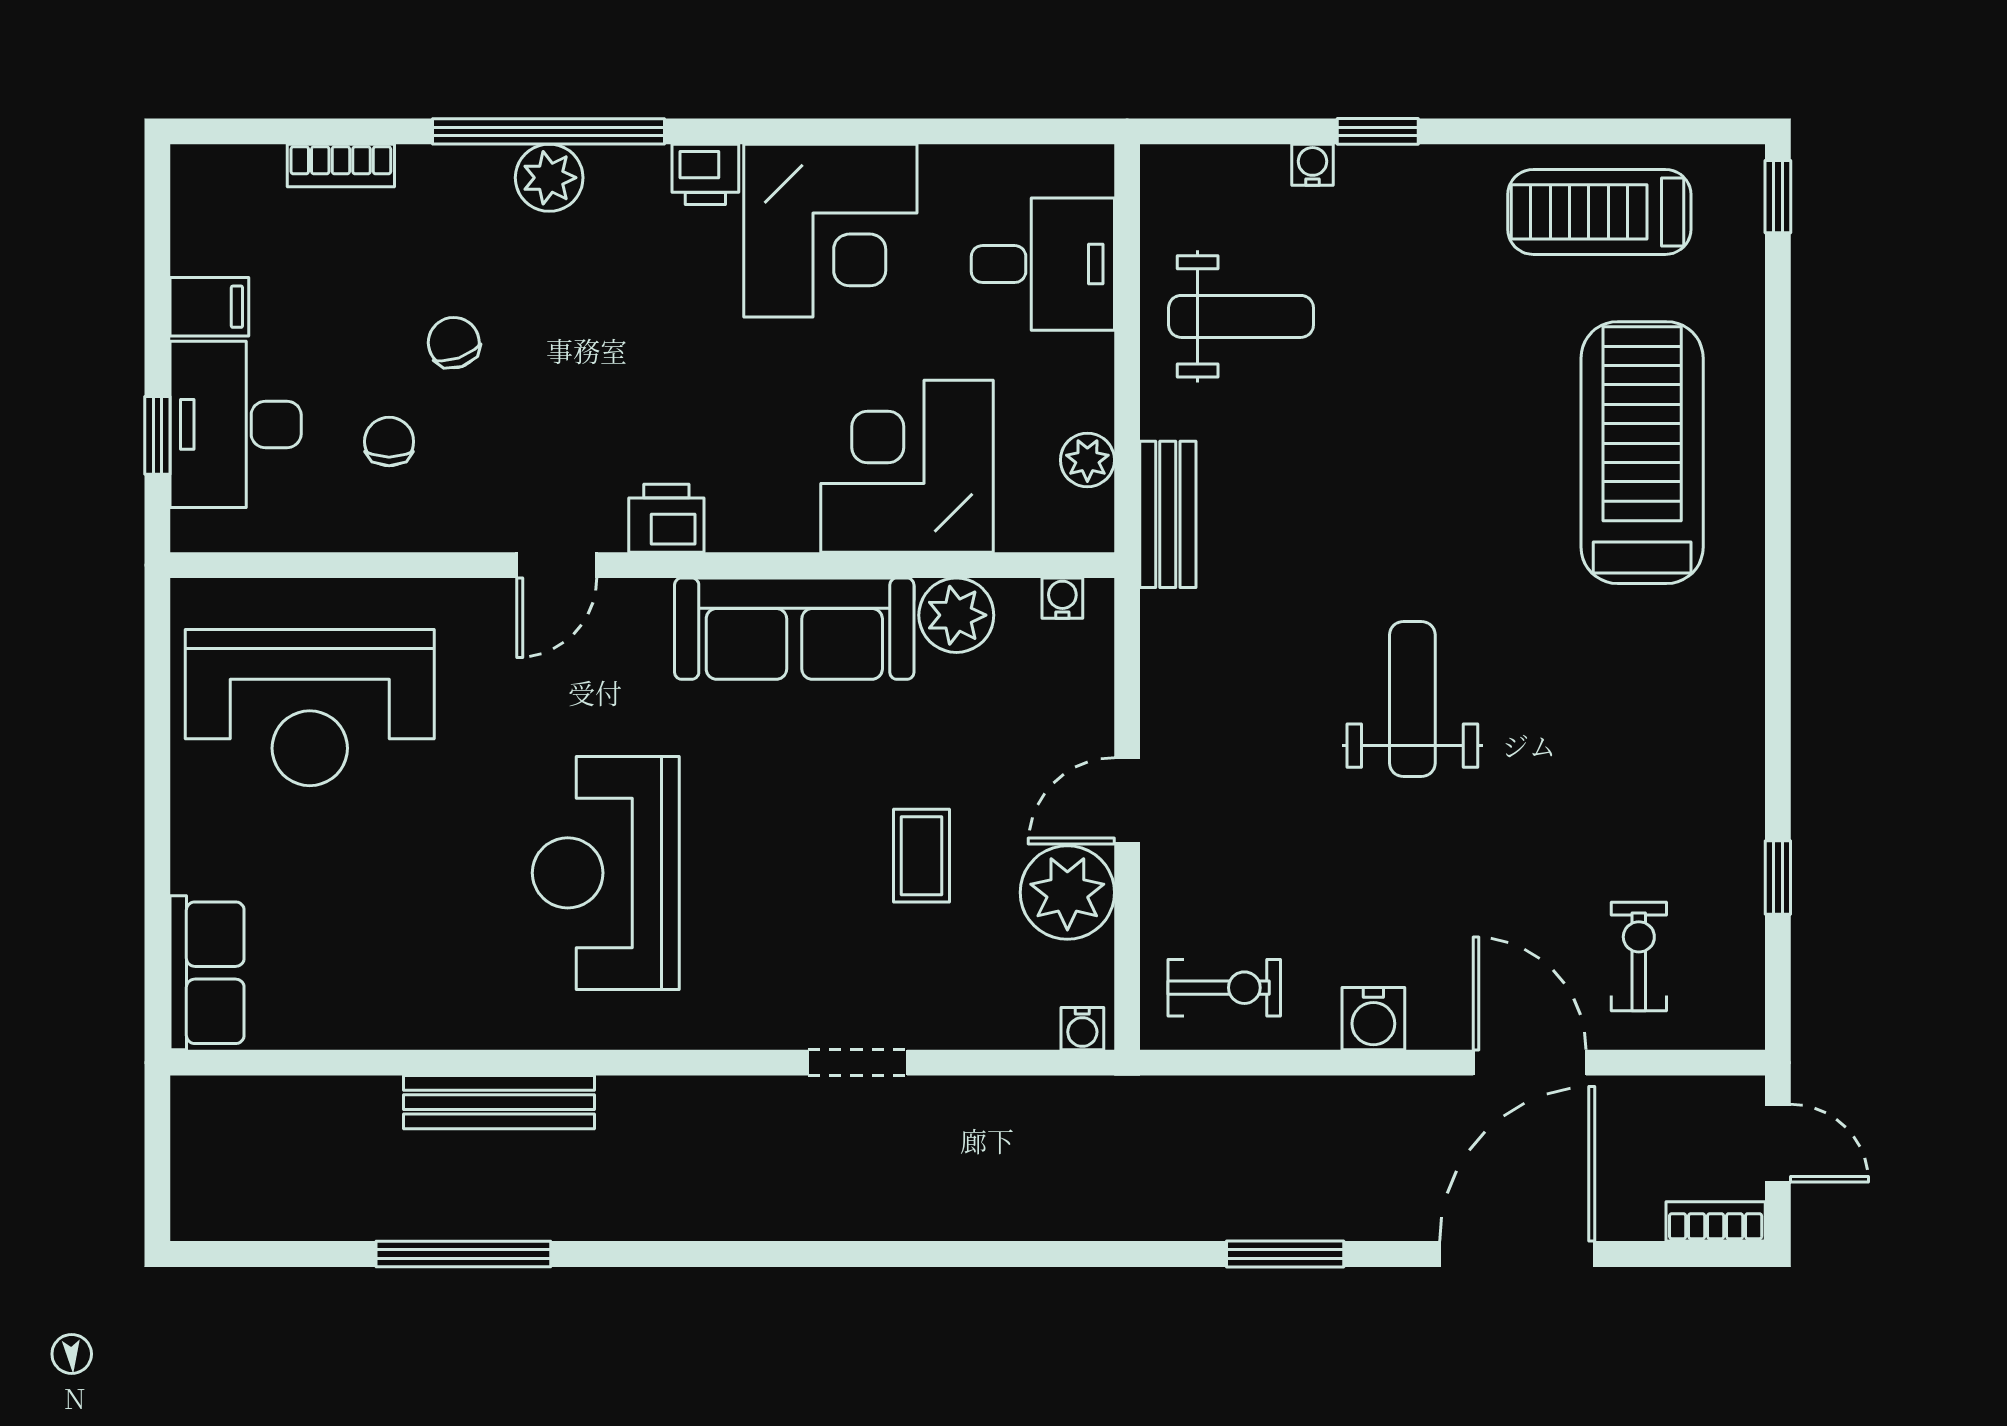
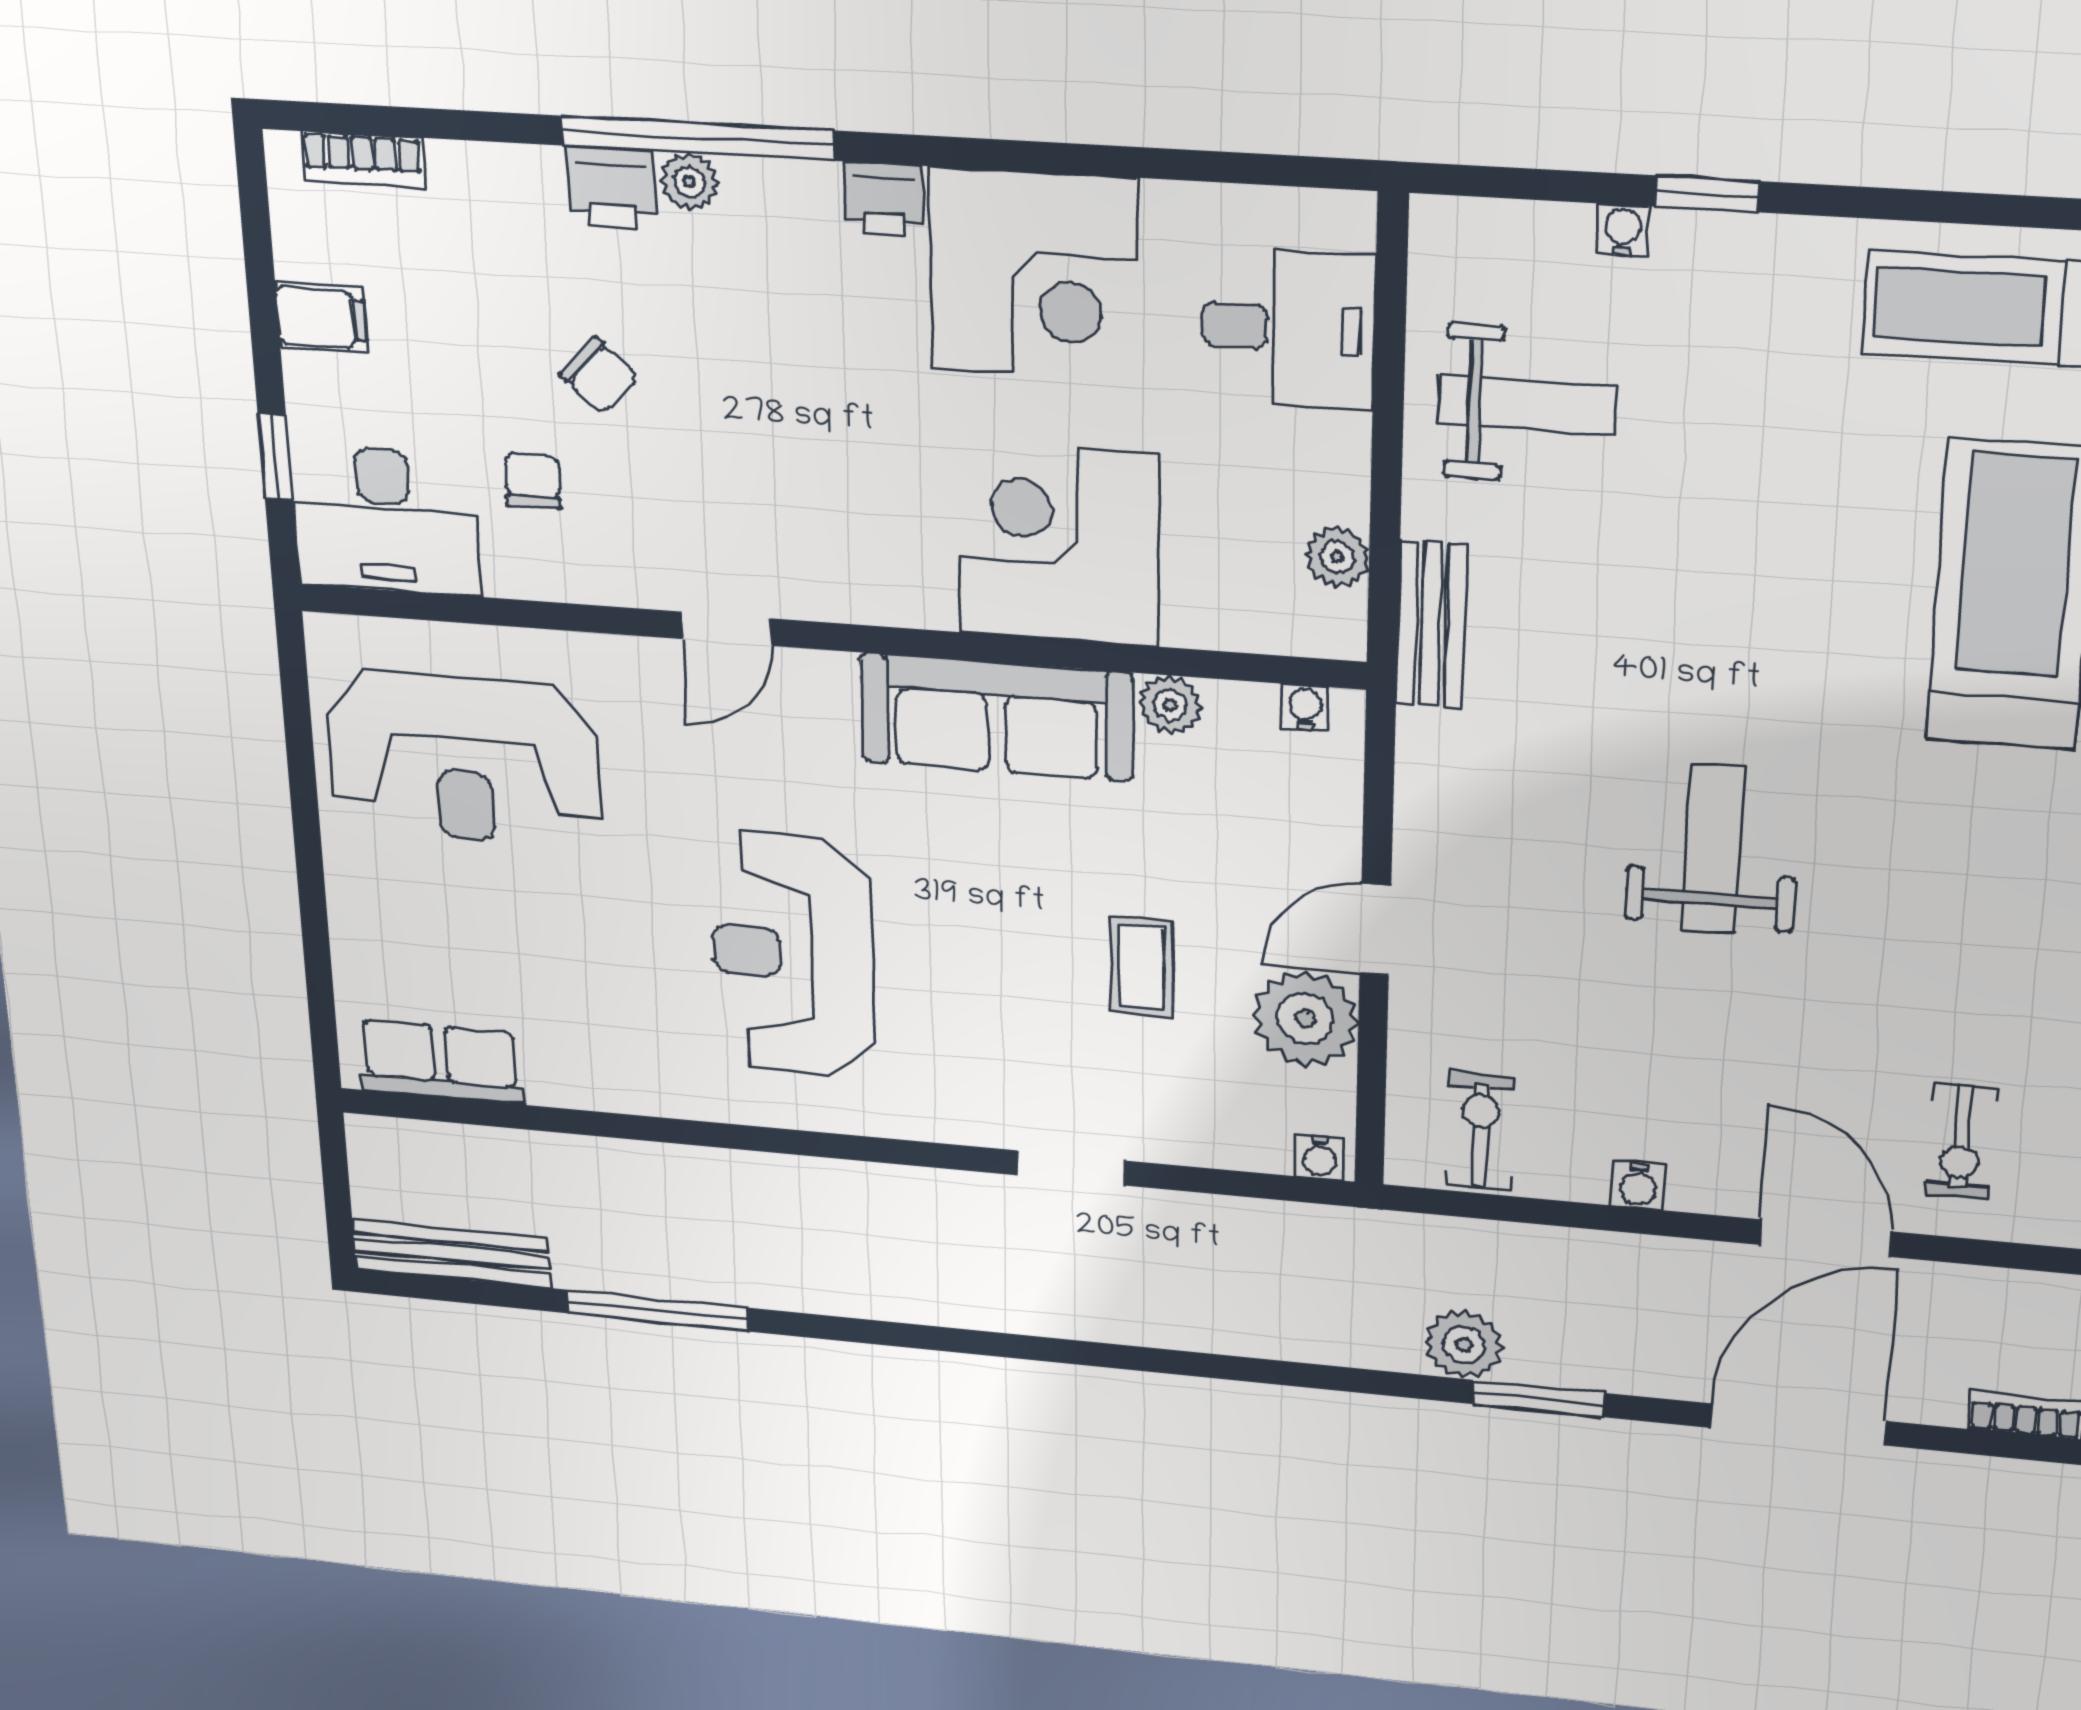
bookcase: (341, 165) -> (363, 159), moved
plant: (549, 178) -> (689, 182), width x0.73, depth x0.73
chair: (454, 343) -> (599, 376), turned 152
desk: (236, 424) -> (385, 520), moved, turned -90
corner desk: (907, 466) -> (1058, 545), moved
printer: (666, 518) -> (612, 188), moved, turned 180
plant: (956, 615) -> (1170, 705), width x0.73, depth x0.73
exercise bike: (1639, 956) -> (1961, 1142), turned 180
row of seats: (207, 973) -> (440, 1062), moved, turned -90
exercise bike: (1224, 988) -> (1480, 1131), turned -90
water cooler: (1373, 1019) -> (1638, 1185), width x0.72, depth x0.72
bench: (499, 1102) -> (451, 1253), moved
plant: (1217, 1206) -> (1464, 1345), added

